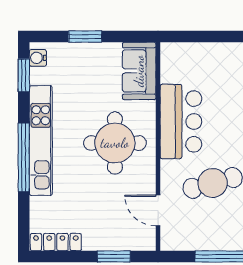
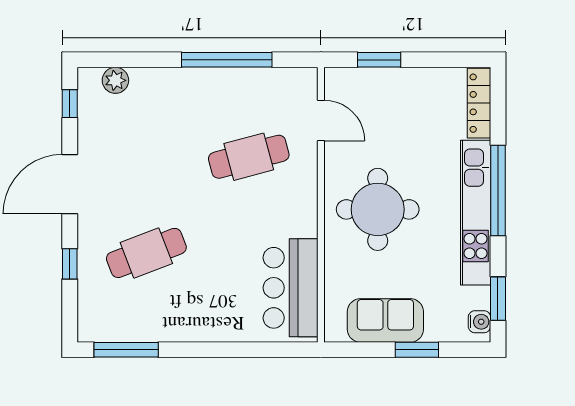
sofa: (139, 71) -> (385, 320), moved, turned -90
bar counter: (181, 121) -> (291, 288), moved
locker: (56, 242) -> (479, 103), moved, turned 90

